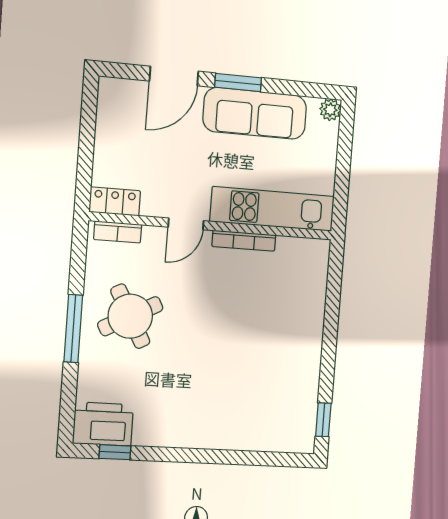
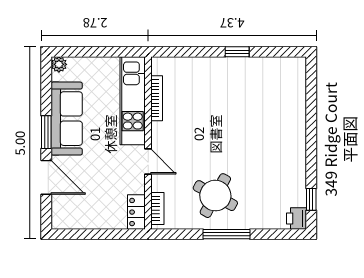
bookcase: (244, 241) -> (157, 98), moved
round table: (130, 316) -> (215, 196), turned -33
window: (323, 420) -> (237, 52), moved
printer: (103, 424) -> (297, 218), width x0.53, depth x0.68

